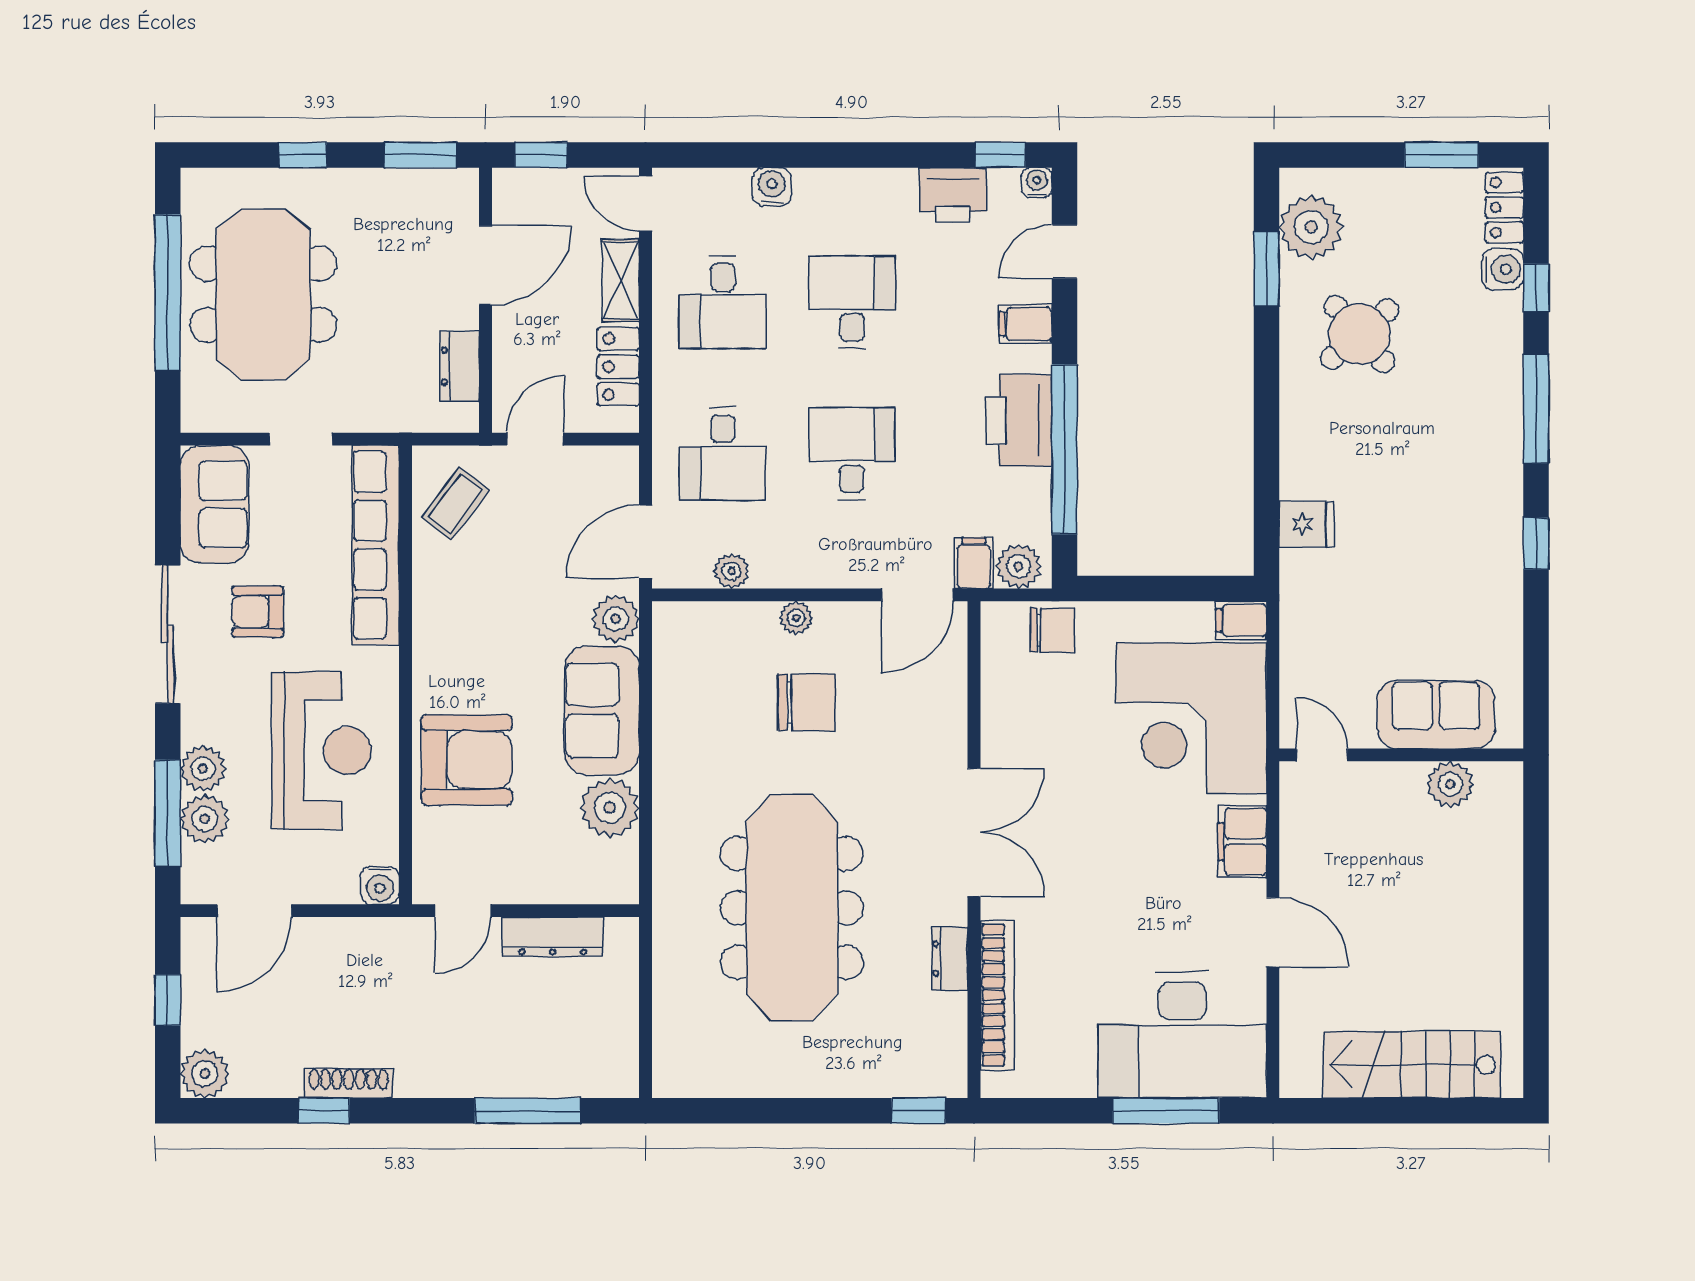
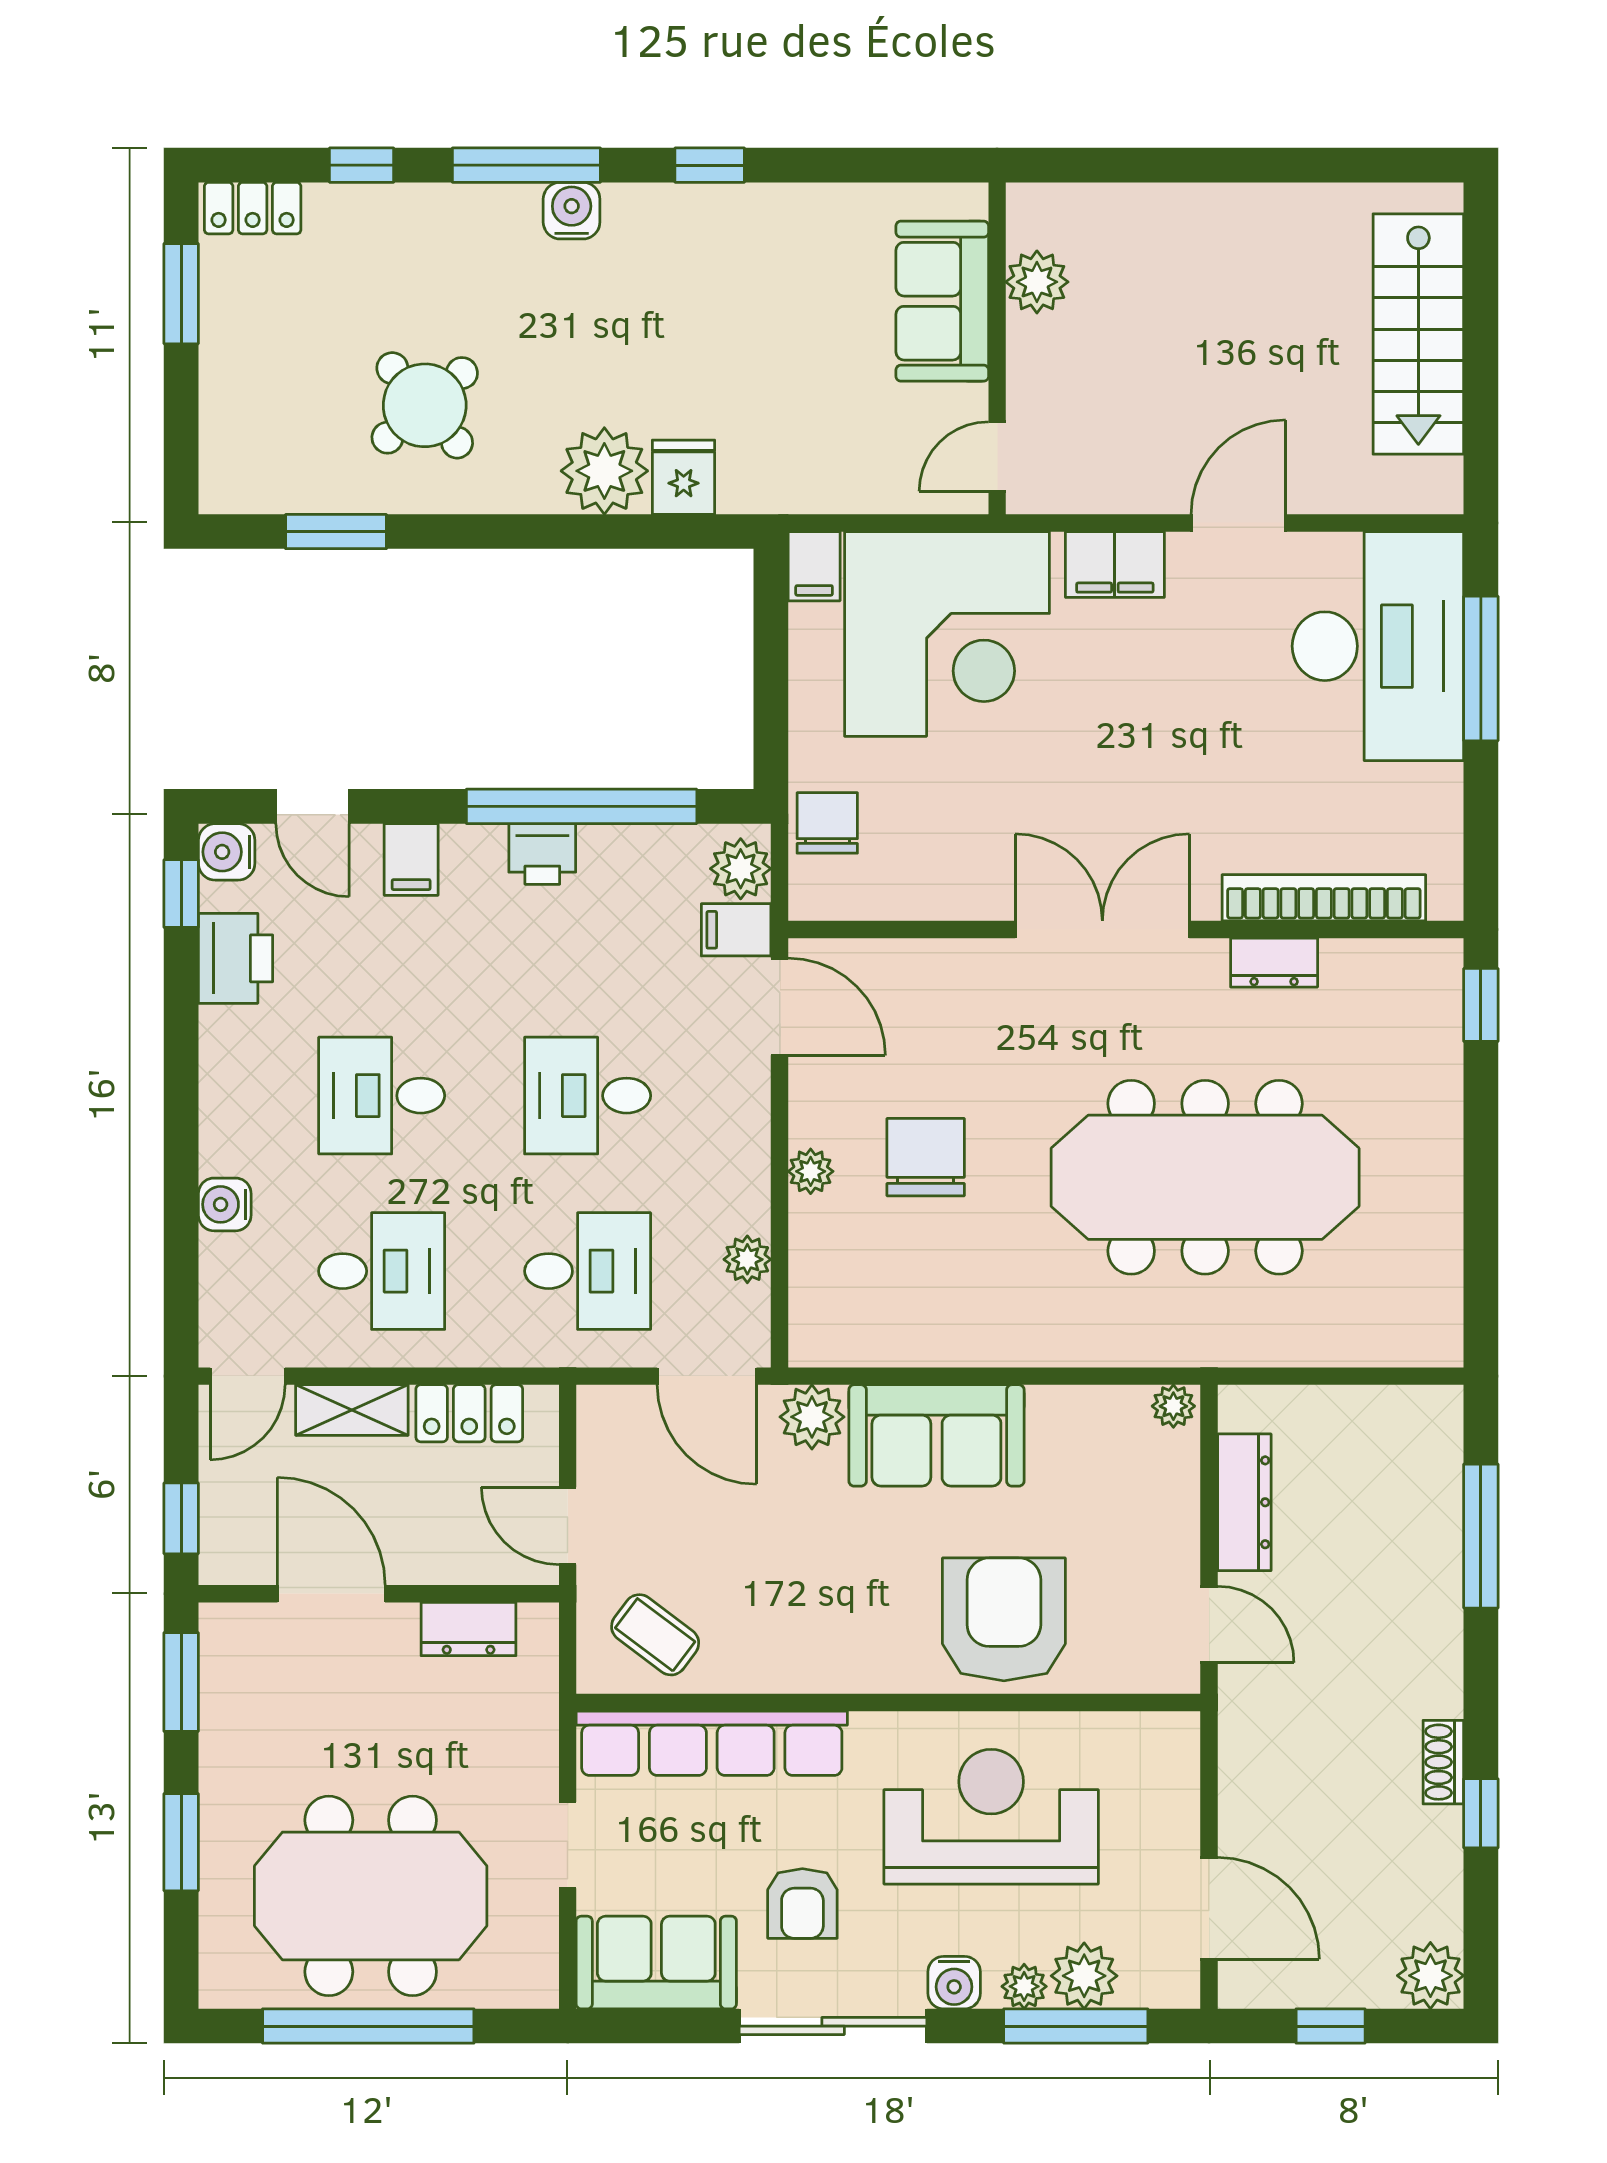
window: (303, 155) -> (181, 1842), width x1.50
water cooler: (1037, 183) -> (227, 852), width x1.38, depth x1.38
plant: (1311, 227) -> (604, 471), moved
water cooler: (1503, 269) -> (572, 211), moved
printer: (1019, 420) -> (542, 854), width x0.53, depth x0.68
plant: (203, 769) -> (1024, 1986), width x0.73, depth x0.73
plant: (610, 808) -> (1173, 1406), moved, width x0.53, depth x0.53
water cooler: (380, 885) -> (954, 1983), moved, turned 90
shoe rack: (349, 1083) -> (1443, 1762), width x0.70

